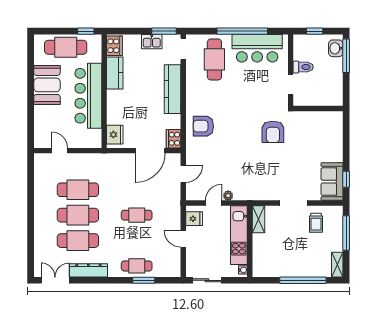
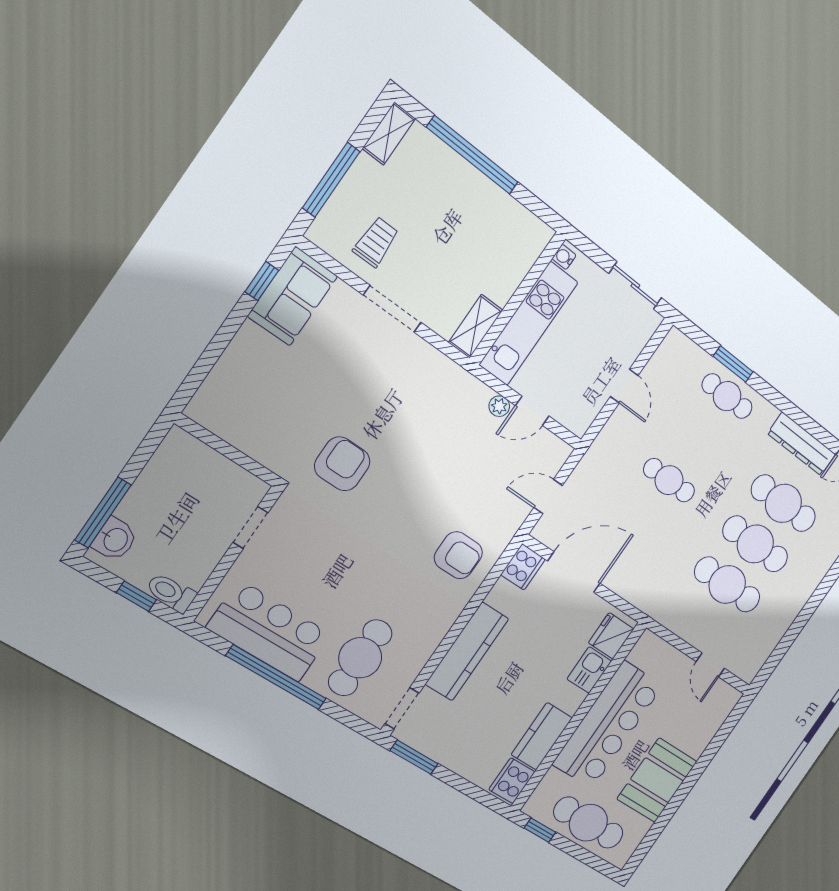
kitchen sink: (152, 42) -> (589, 670), moved, turned -90
toilet: (303, 67) -> (171, 593), moved
fridge: (194, 219) -> (583, 407), removed

